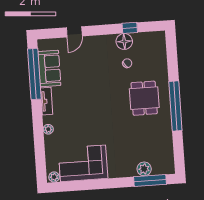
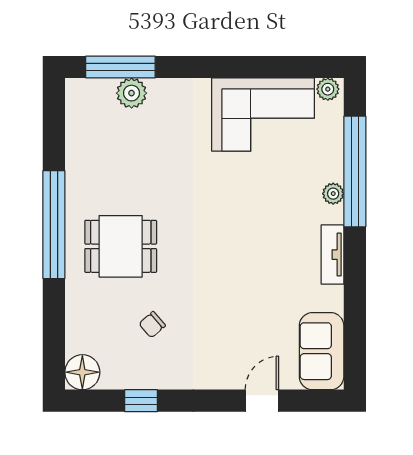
floor lamp: (124, 41) -> (82, 372), moved
sofa: (49, 69) -> (322, 351), moved
window: (34, 74) -> (355, 171), moved
dining table: (144, 98) -> (121, 246), turned 90

